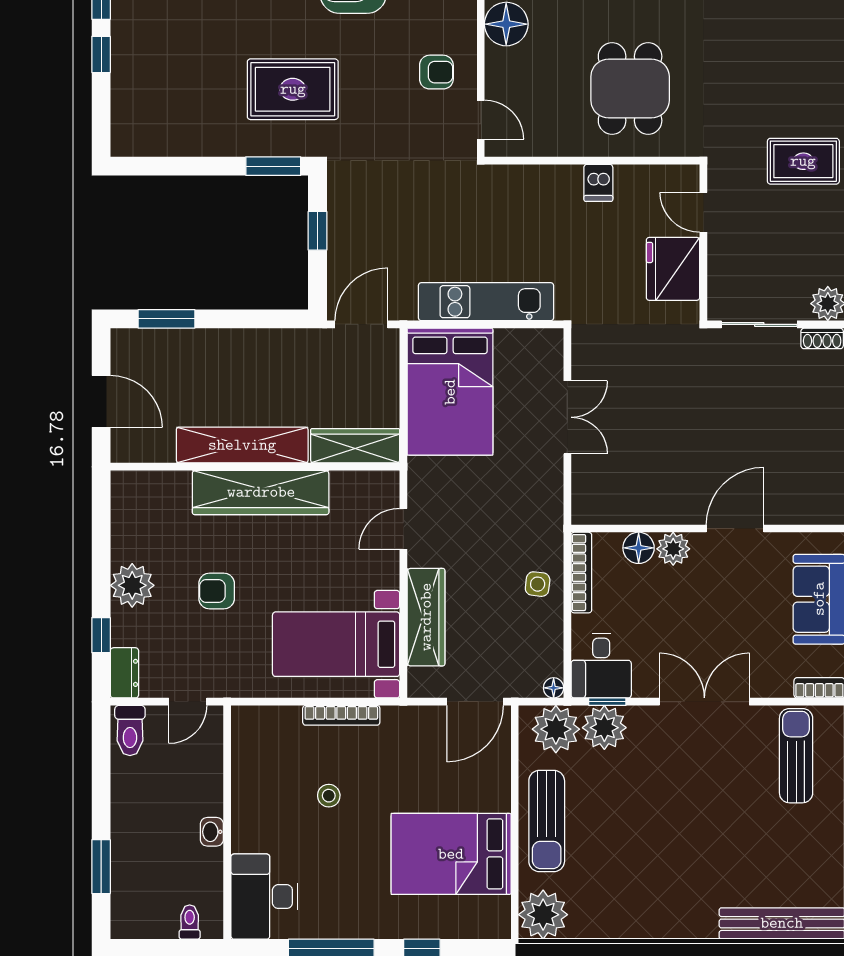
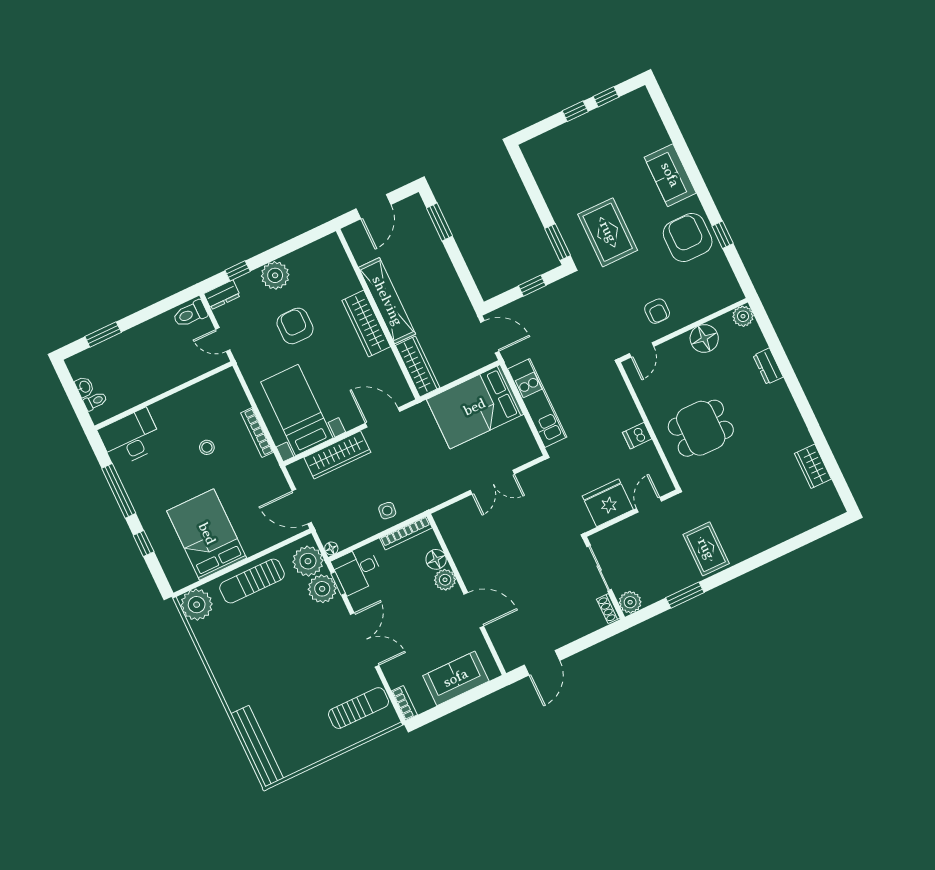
wardrobe: (261, 492) -> (366, 324), width x0.71, depth x0.85
door: (403, 529) -> (383, 417), width x1.38
armchair: (217, 591) -> (295, 326), width x1.38, depth x1.38
washbasin: (212, 832) -> (84, 387), moved, turned 90

